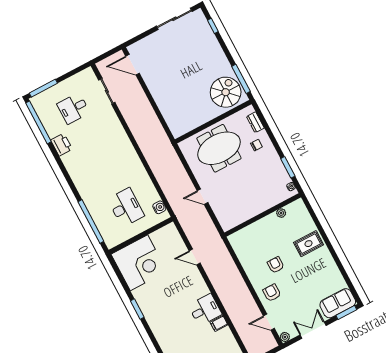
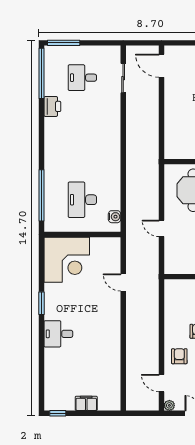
desk: (126, 207) -> (82, 200), turned 180
desk: (205, 310) -> (58, 334), moved, turned 180
filing cabinet: (219, 323) -> (113, 359), removed

